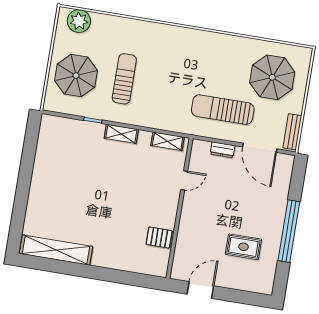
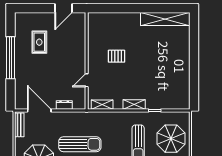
sun lounger: (223, 110) -> (80, 144), moved
pallet: (159, 238) -> (116, 56), moved
rug: (243, 247) -> (39, 42), turned 90

